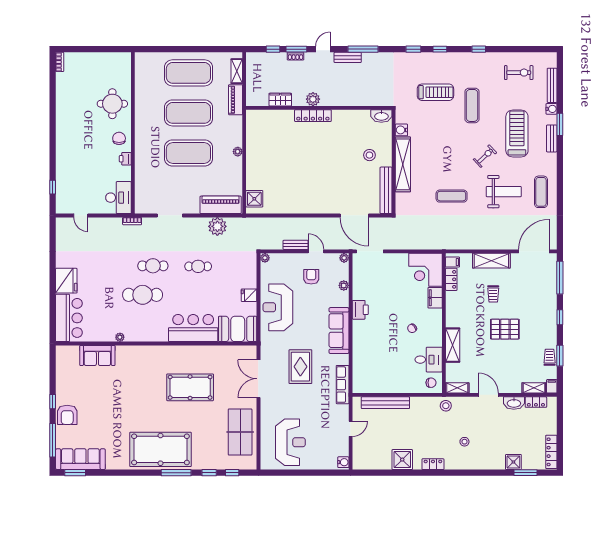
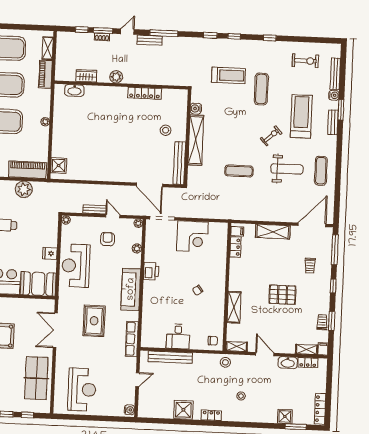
locker: (313, 116) -> (145, 93), moved
washbasin: (381, 116) -> (74, 90), moved
corner desk: (426, 270) -> (192, 236), moved, turned -90
trolley: (493, 294) -> (310, 266), moved
filing cabinet: (435, 298) -> (220, 263), removed
desk: (429, 360) -> (178, 336), moved, turned 90

